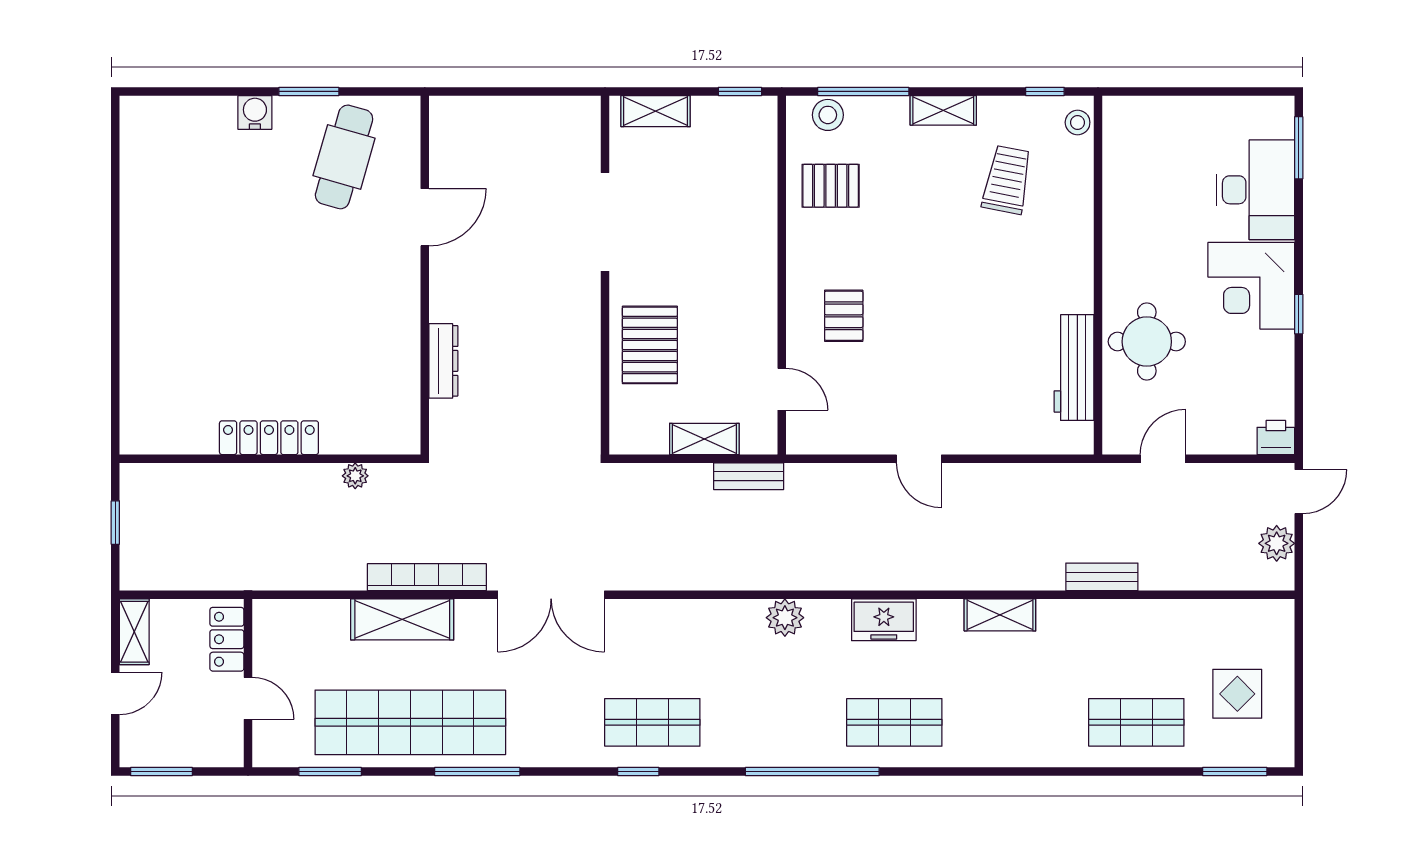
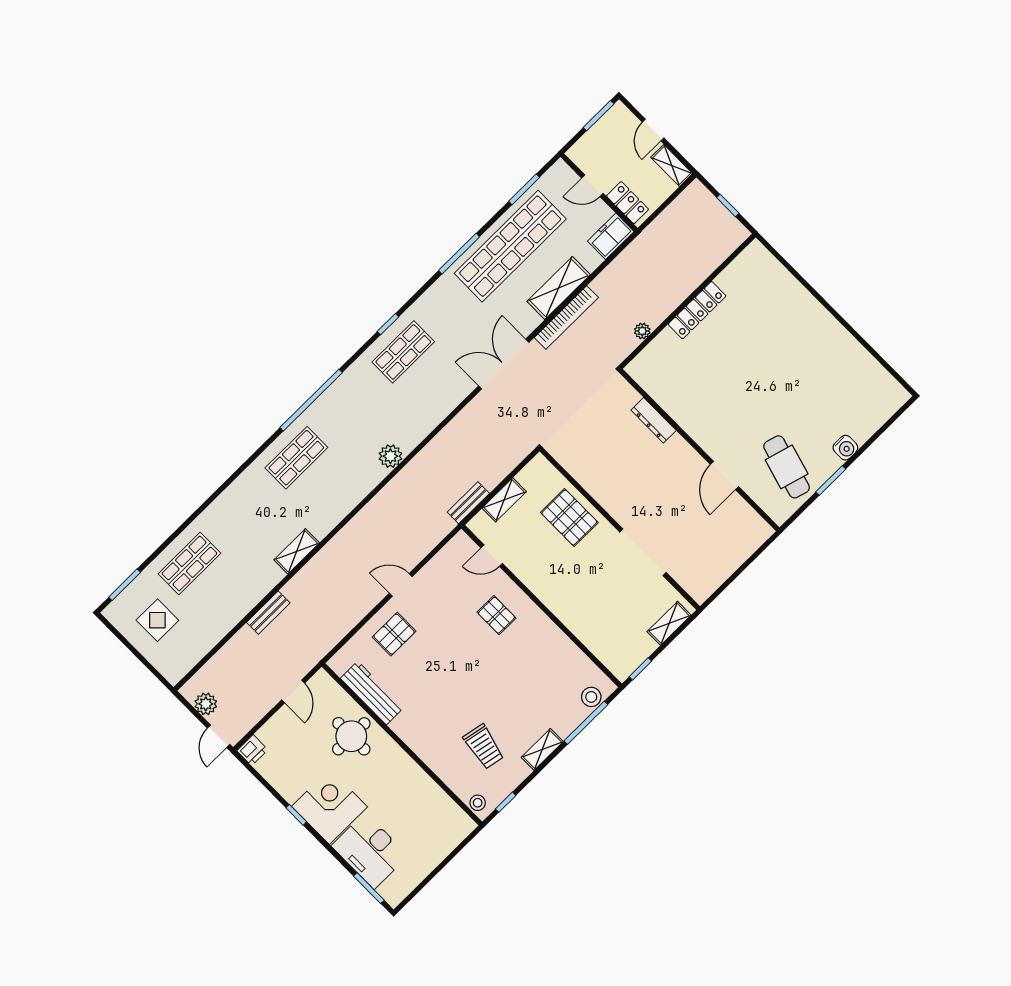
pallet: (831, 186) -> (394, 634), moved
freezer: (884, 620) -> (611, 236), moved

